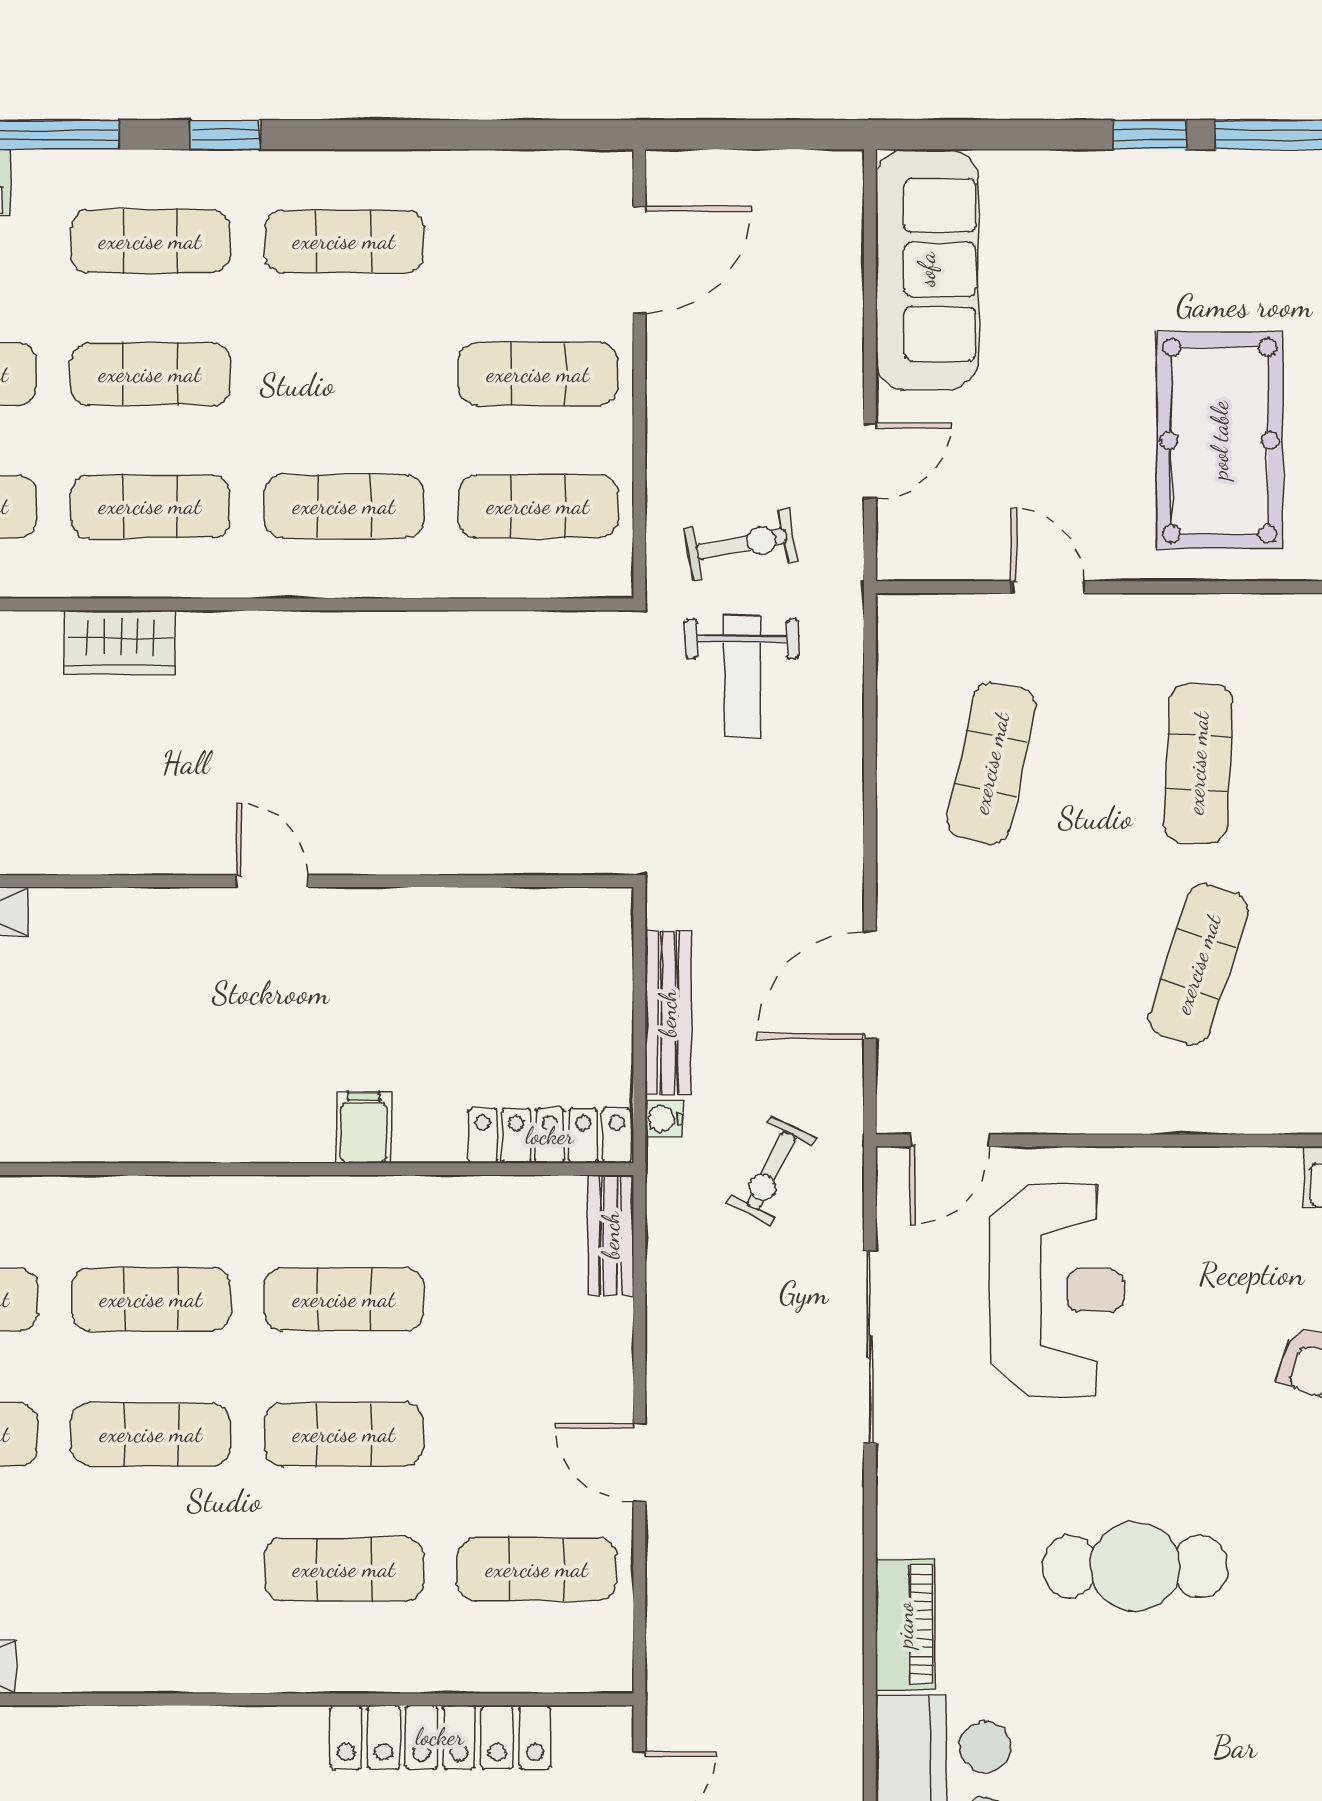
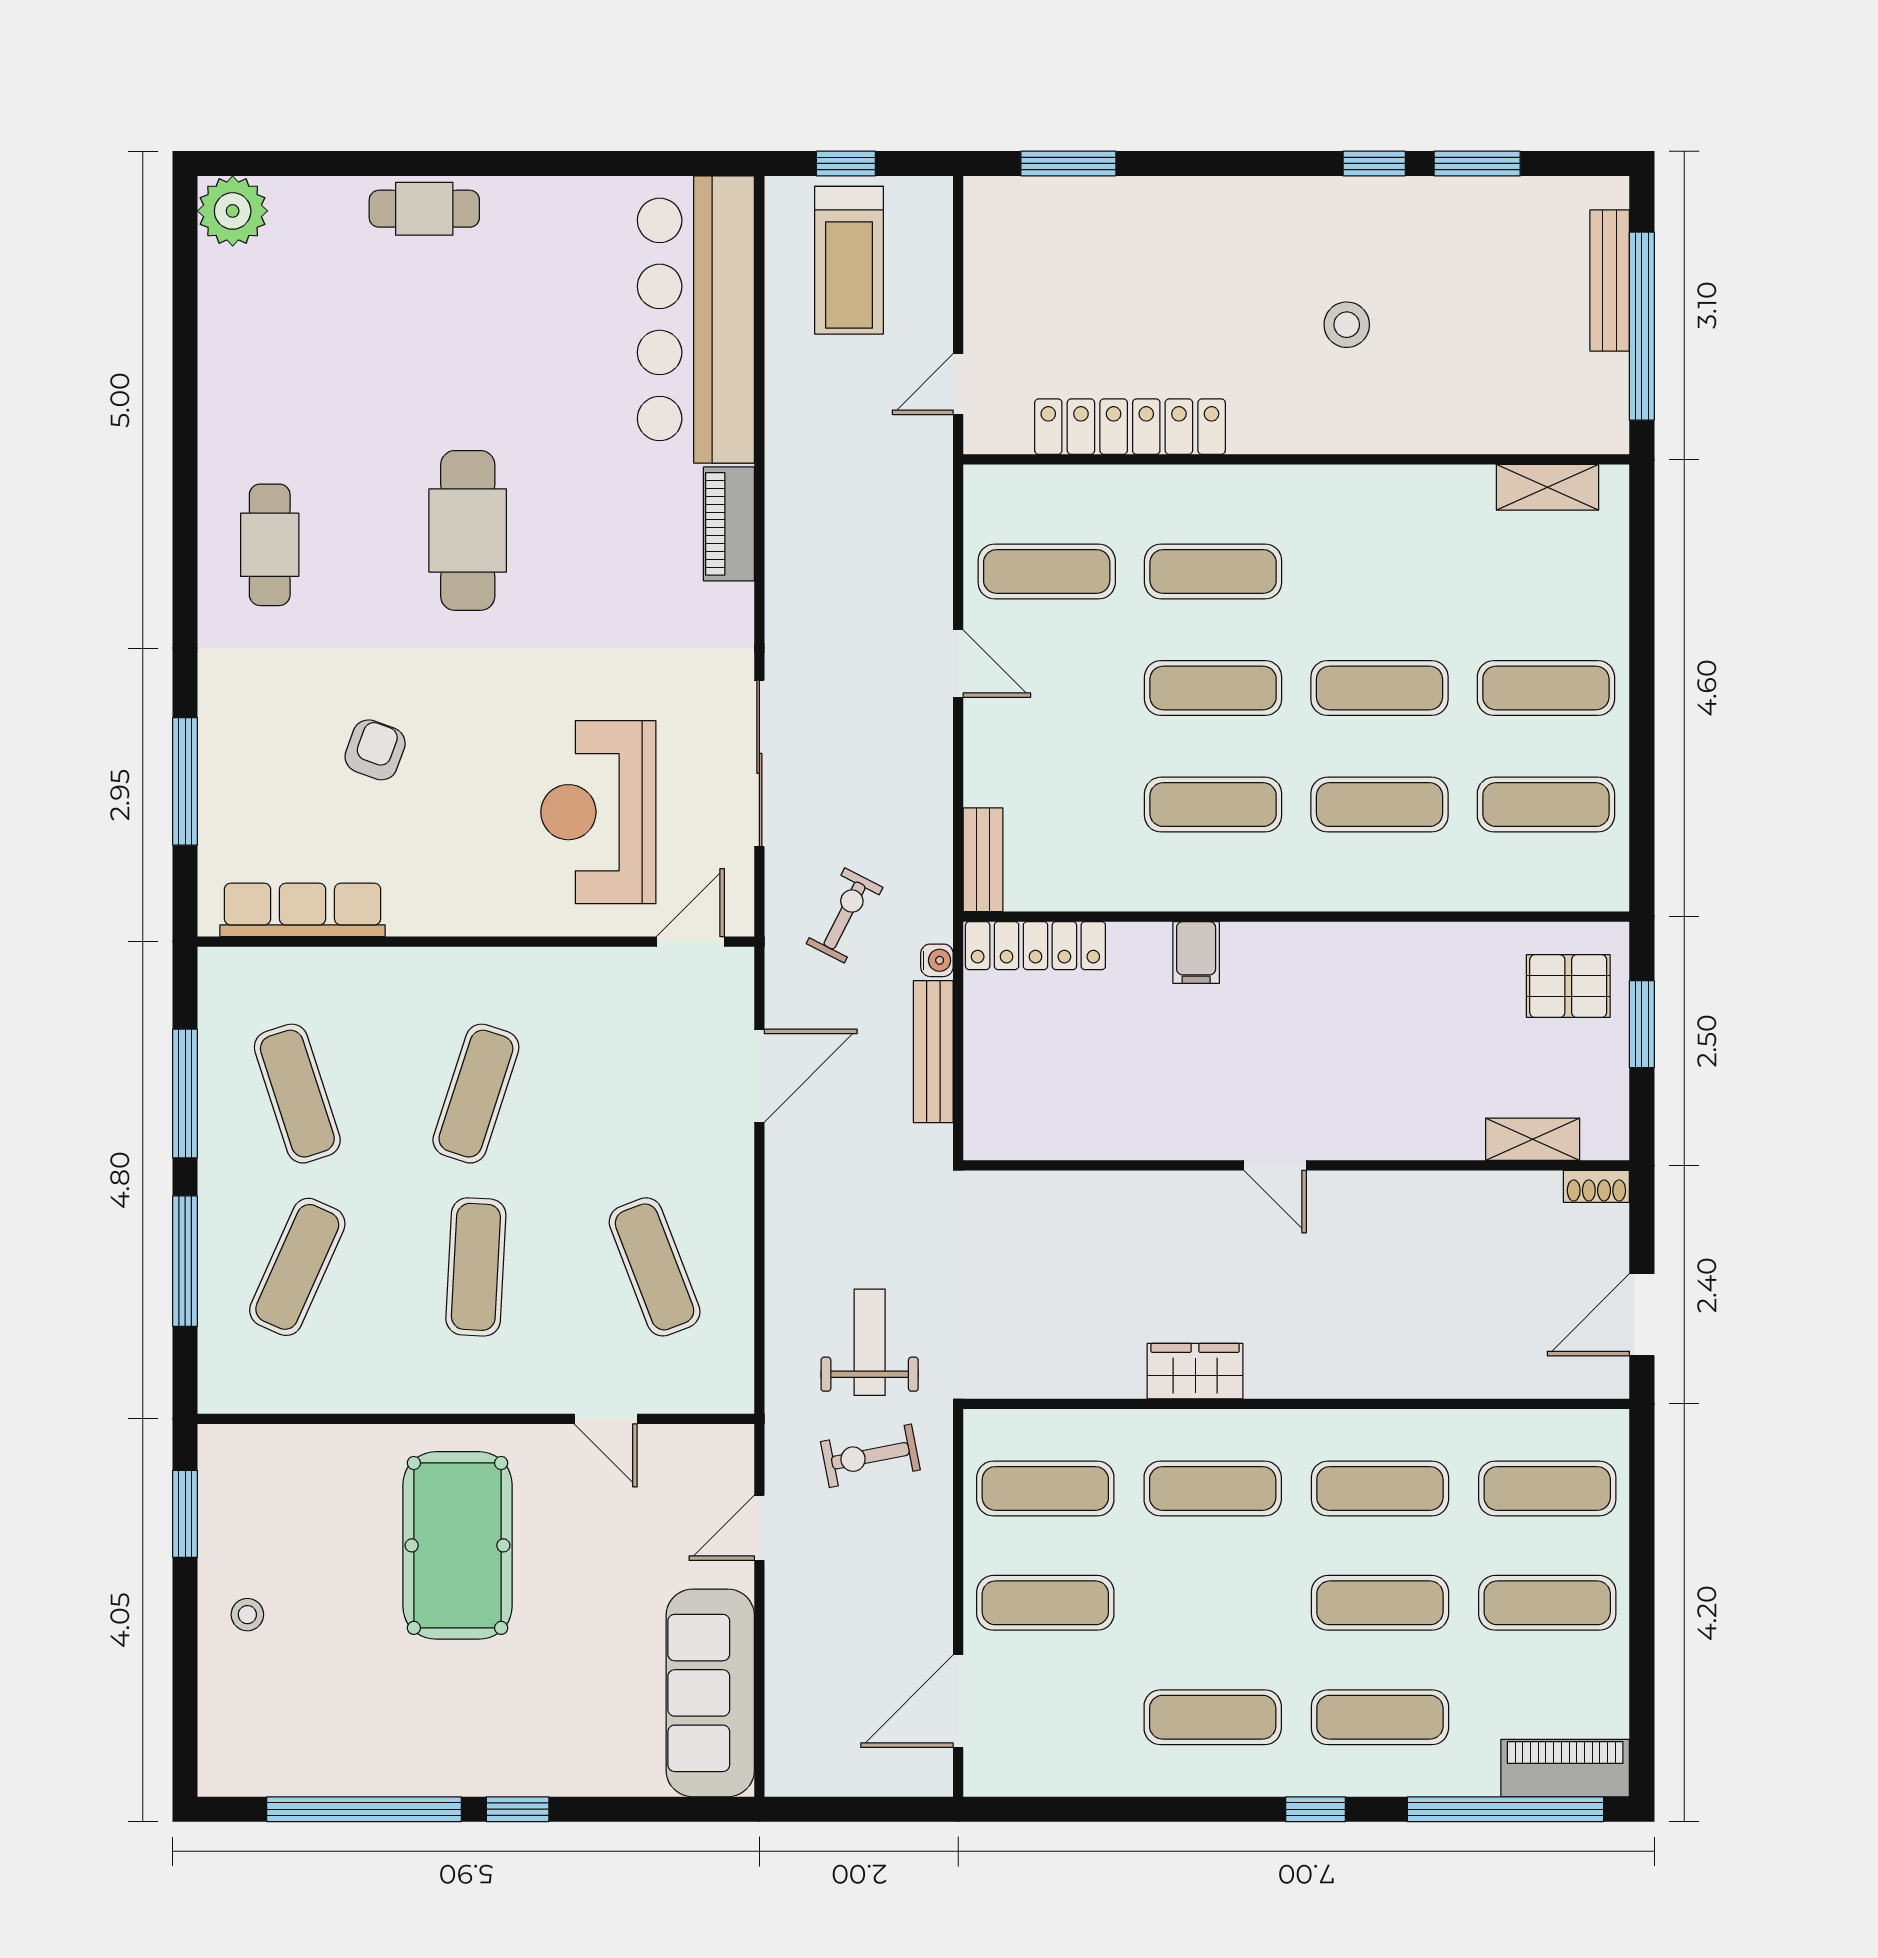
wardrobe: (120, 642) -> (1195, 1371), moved
exercise mat: (991, 763) -> (655, 1267), turned -33
cafe table: (1135, 1567) -> (468, 530), moved, turned 90

